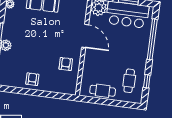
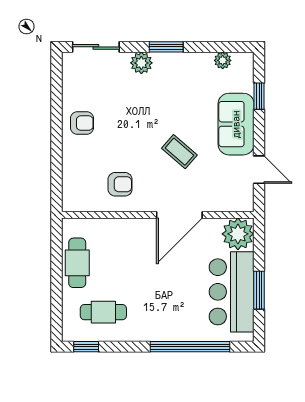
coffee table: (53, 32) -> (179, 152), added
window: (147, 81) -> (86, 347), moved

